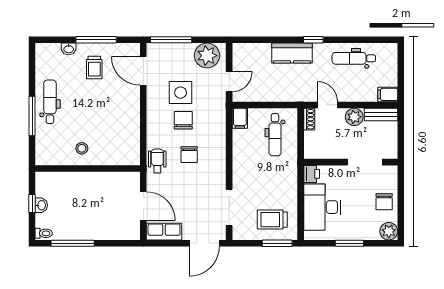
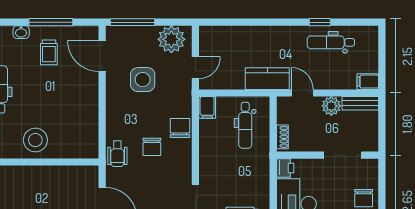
window: (313, 40) -> (320, 22), moved
kitchen counter: (292, 53) -> (267, 79), moved, turned 180
shoe rack: (309, 119) -> (282, 137), moved
chair: (183, 120) -> (180, 128), moved
stool: (82, 148) -> (35, 140), width x1.89, depth x1.89
wheelchair: (157, 161) -> (117, 154), turned 180

